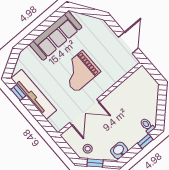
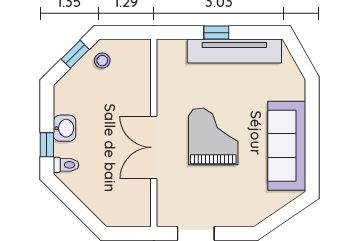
window: (18, 93) -> (216, 33), moved
double door: (84, 112) -> (154, 147), moved
washbasin: (119, 150) -> (65, 128), moved

